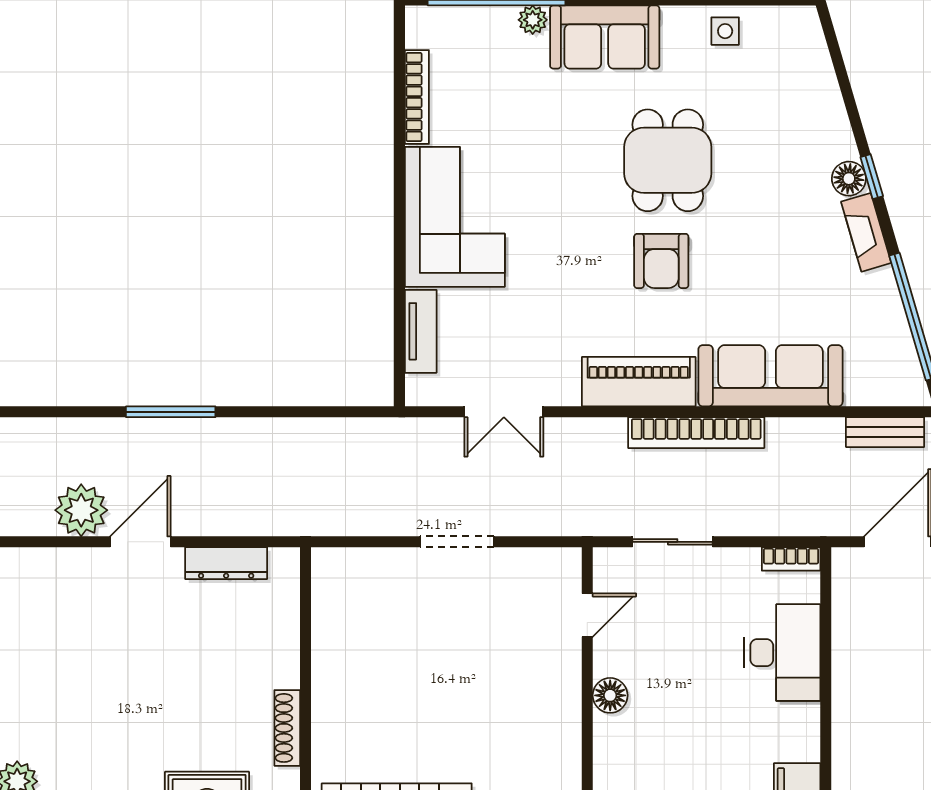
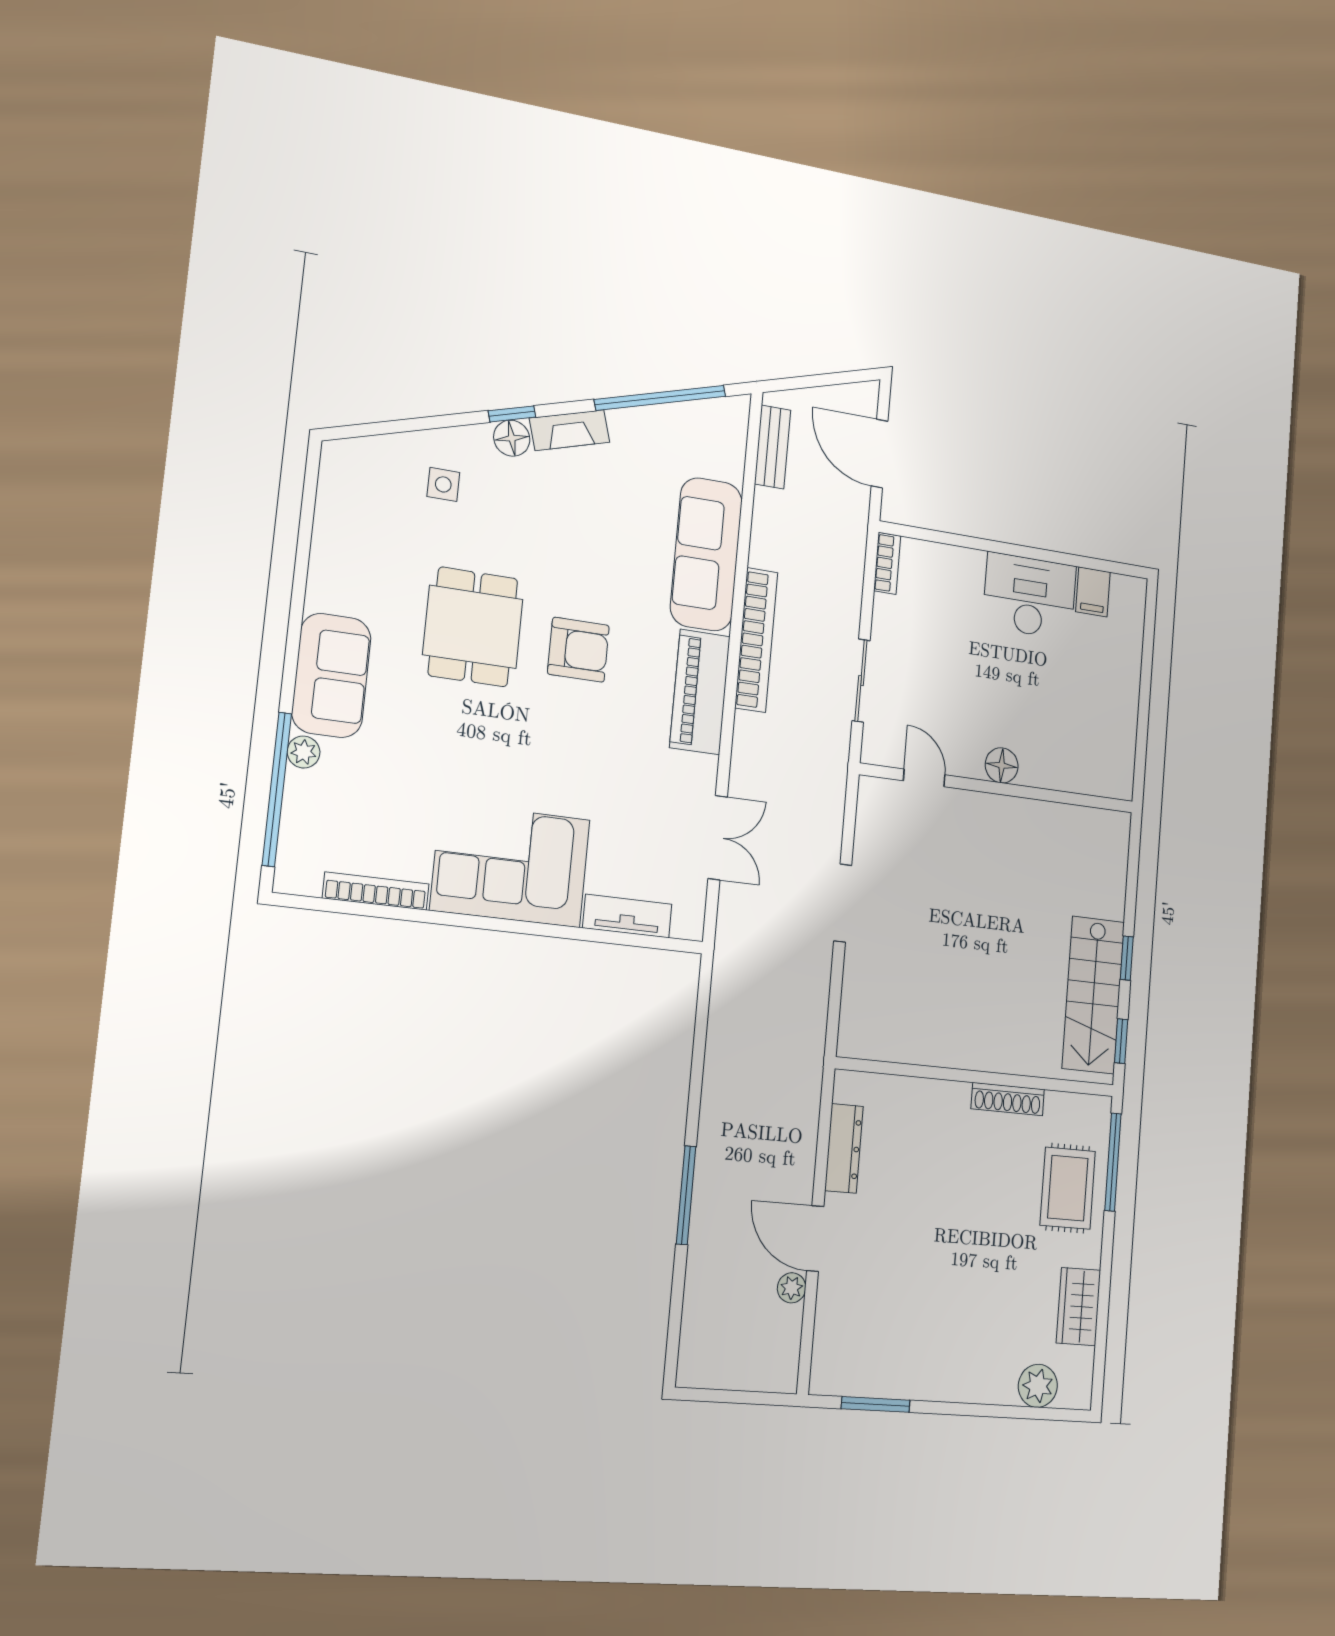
side table: (725, 31) -> (443, 484), moved
dining table: (668, 160) -> (473, 627), turned 90
plant: (81, 510) -> (792, 1288), width x0.53, depth x0.53
desk: (782, 653) -> (1030, 596), moved

